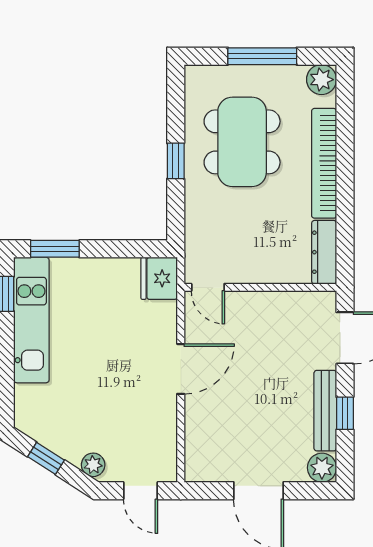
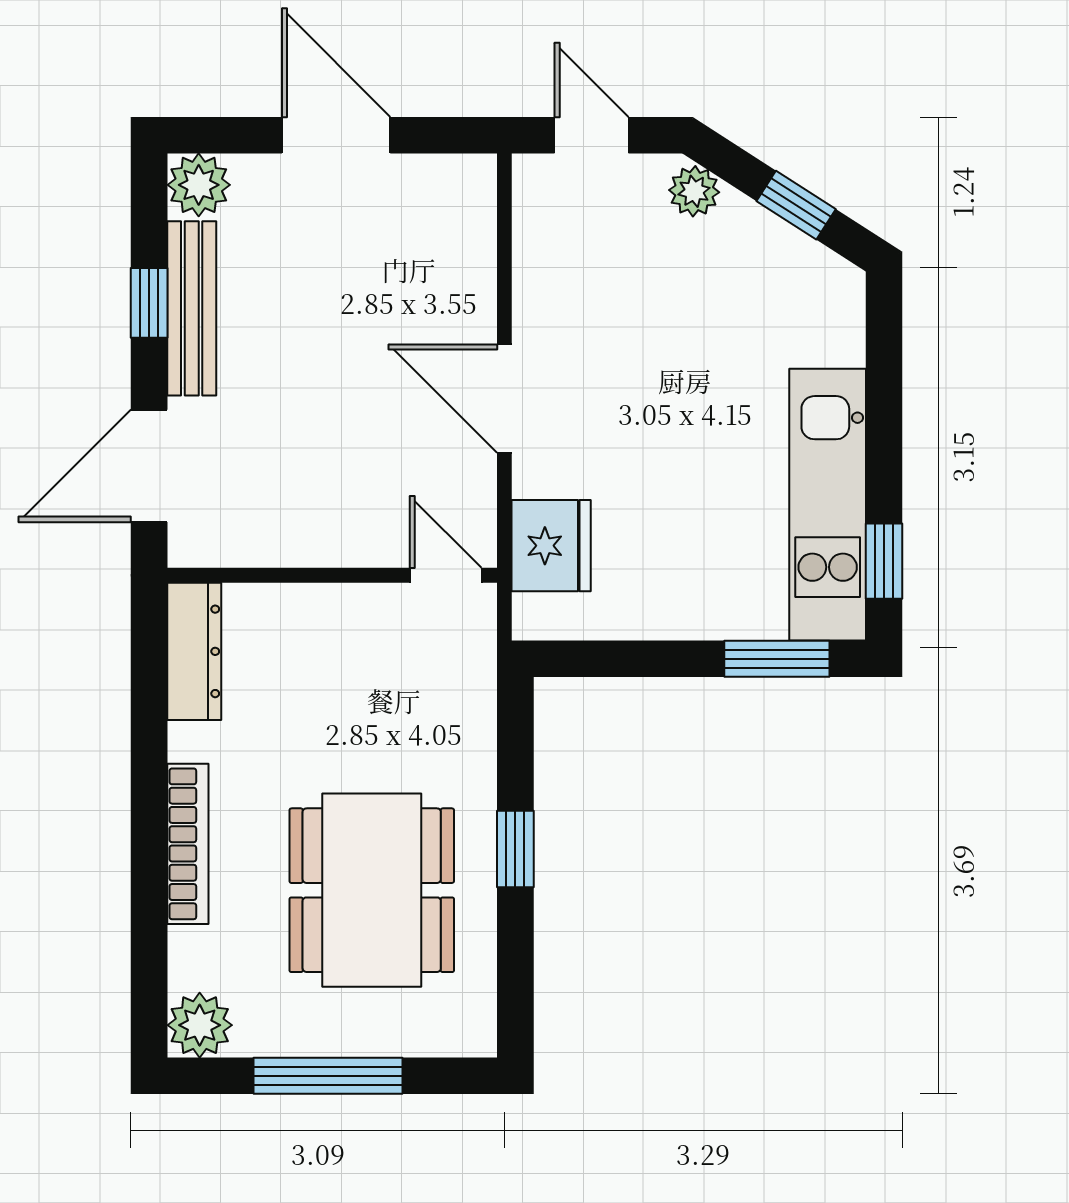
bookcase: (324, 163) -> (188, 844), width x0.68, depth x0.76
fridge: (159, 278) -> (551, 546), moved
door: (181, 369) -> (504, 399), hinge flipped

